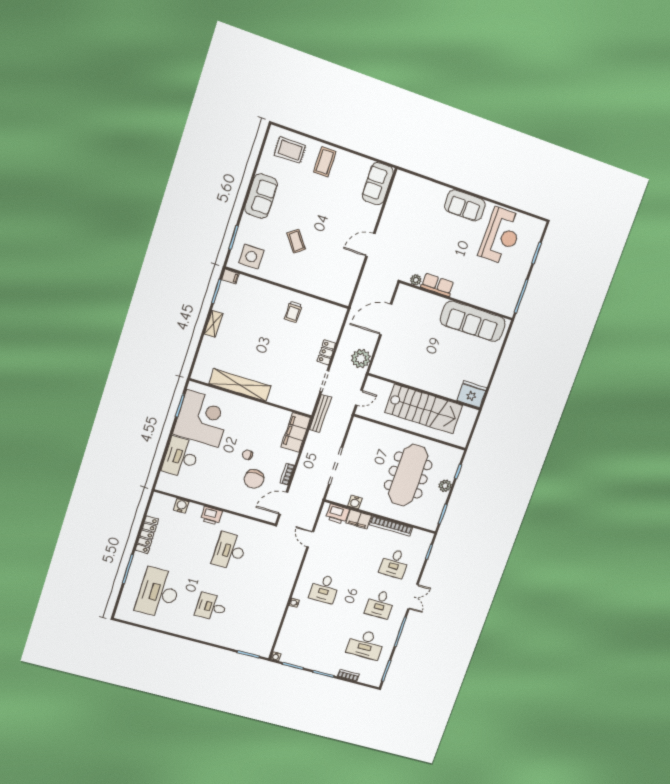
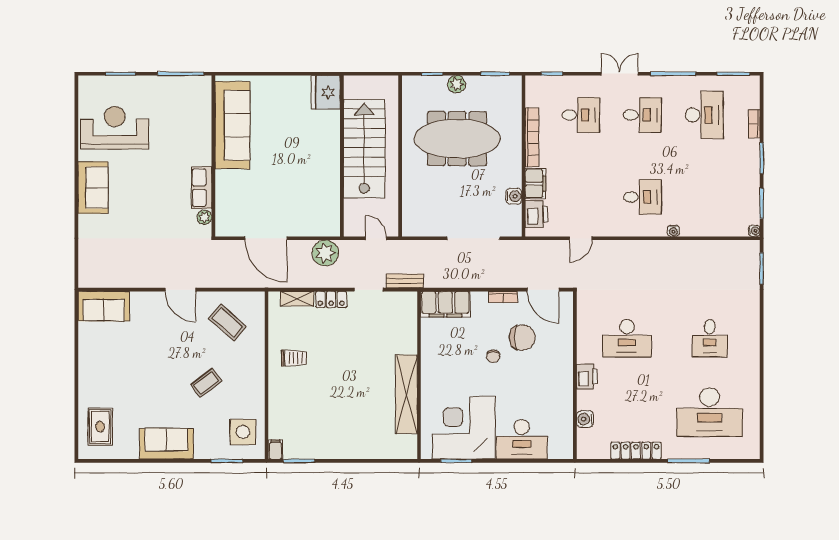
coffee table: (325, 162) -> (227, 322), moved, turned 41
shelving: (214, 324) -> (297, 299), moved
bench: (320, 413) -> (405, 281), width x0.73

